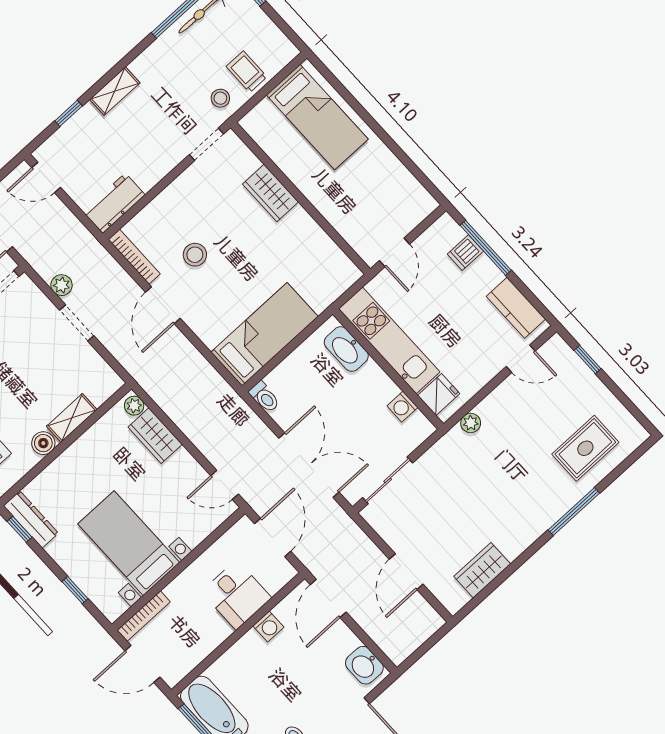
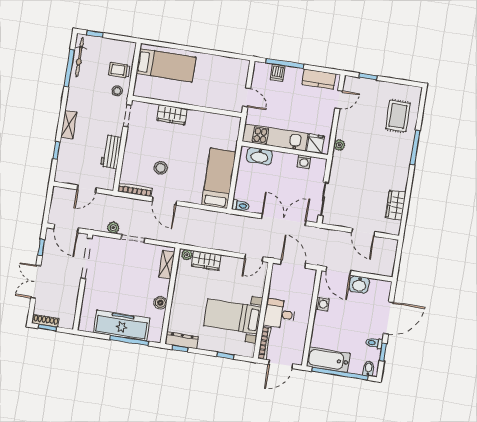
door: (46, 177) -> (87, 189), moved
workbench: (114, 203) -> (111, 152), moved
shelving: (72, 418) -> (167, 265), moved
desk: (236, 595) -> (280, 314), moved, turned 180
washbasin: (364, 665) -> (359, 285), moved

